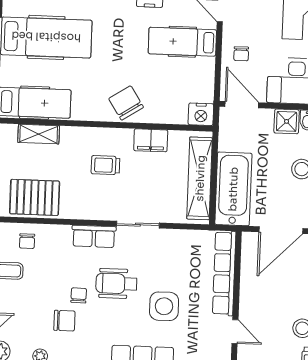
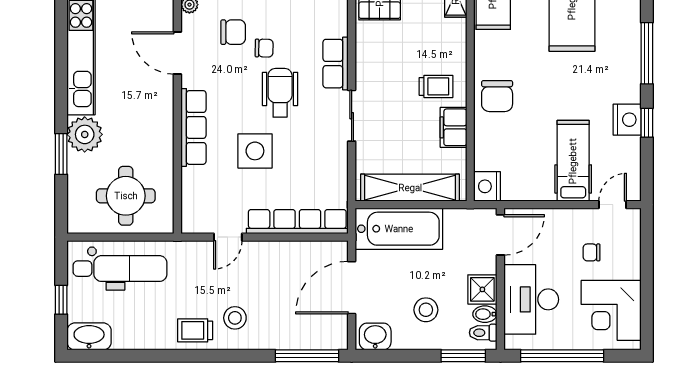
chair: (241, 54) -> (592, 252), moved
chair: (126, 103) -> (497, 96), turned 123
trolley: (105, 165) -> (436, 86), moved, turned 90
door: (281, 230) -> (352, 288), hinge flipped
chair: (64, 321) -> (233, 32), turned -90

